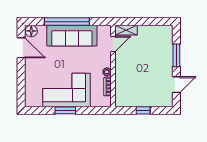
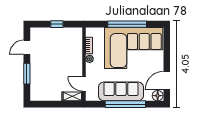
door: (113, 44) -> (84, 84), hinge flipped
door: (21, 48) -> (167, 81), hinge flipped
corner sofa: (67, 90) -> (134, 48), width x1.36, depth x1.36
window: (65, 110) -> (127, 24), width x2.11

